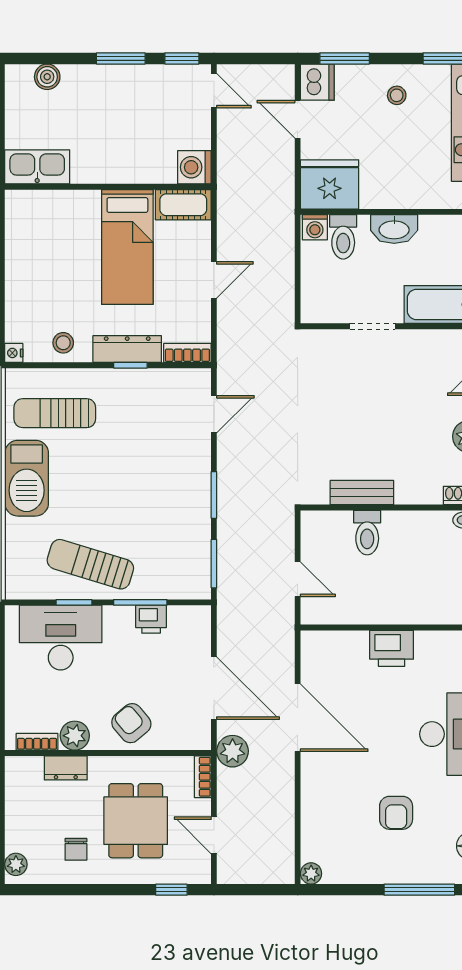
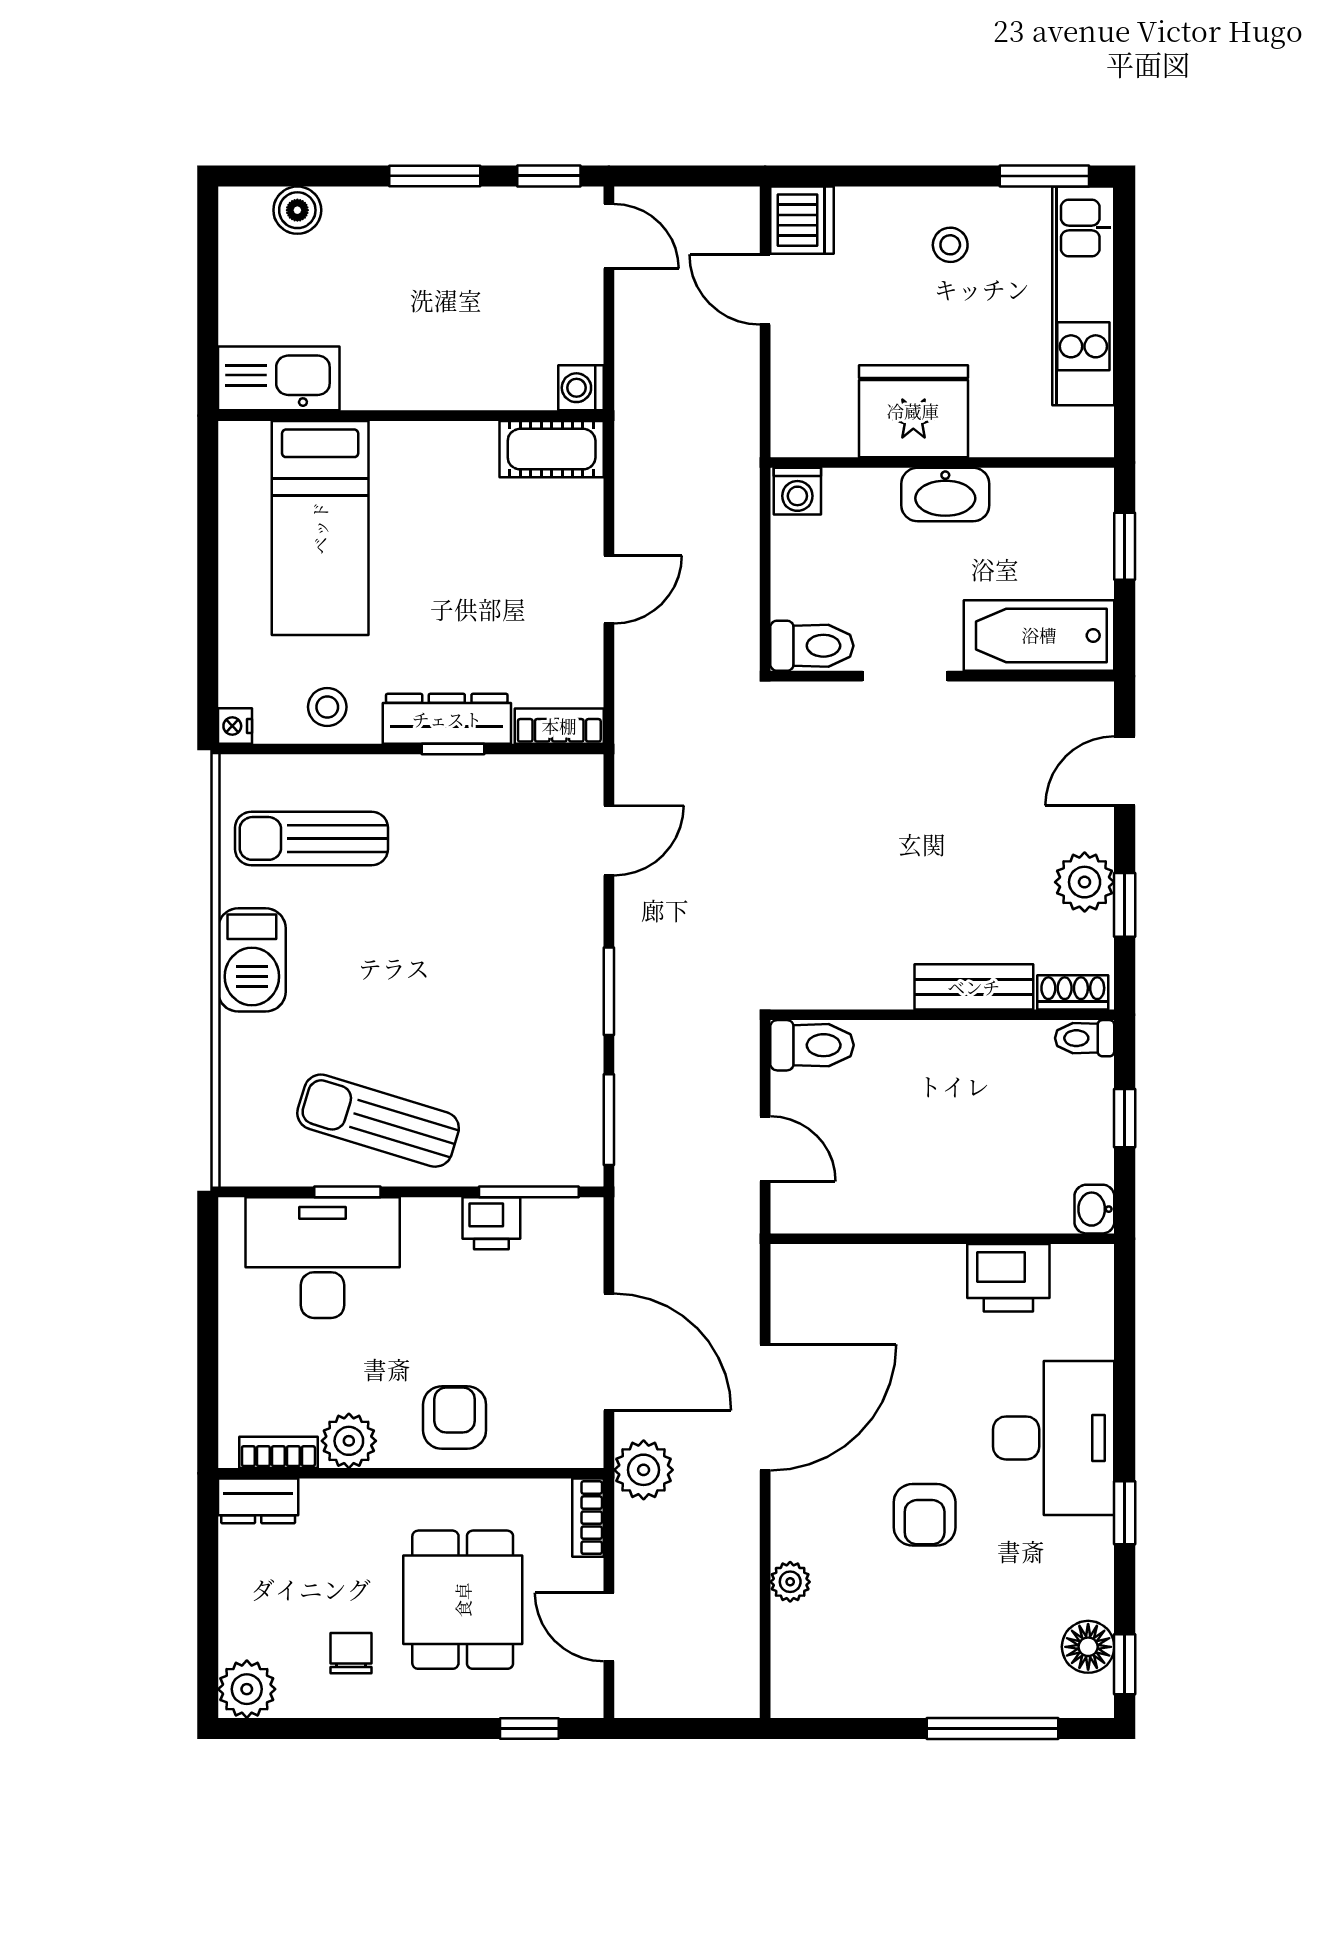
window: (345, 58) -> (853, 176), removed
washing machine: (194, 167) -> (581, 388), width x0.73, depth x0.73
fridge: (330, 184) -> (913, 411), moved
toilet: (343, 237) -> (812, 646), moved, turned -90
bed: (127, 247) -> (320, 528), moved
barbecue: (27, 478) -> (252, 960), width x0.73, depth x0.83
bench: (362, 493) -> (974, 987), moved
toilet: (367, 533) -> (812, 1045), moved, turned -90
window: (140, 602) -> (529, 1192), moved
printer: (392, 648) -> (1008, 1278), moved
door: (298, 718) -> (765, 1407), hinge flipped
armchair: (131, 723) -> (455, 1418), turned 40
dresser: (66, 768) -> (258, 1501), moved
armchair: (396, 813) -> (925, 1515), moved
chair: (76, 849) -> (351, 1653), turned 180
plant: (16, 864) -> (247, 1689), width x1.38, depth x1.38
plant: (311, 873) -> (790, 1582), moved

